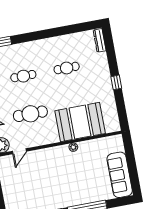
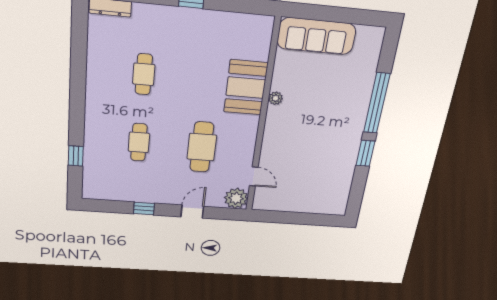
booth: (80, 122) -> (246, 88), width x0.73, depth x0.70
sofa: (120, 175) -> (316, 36), moved

